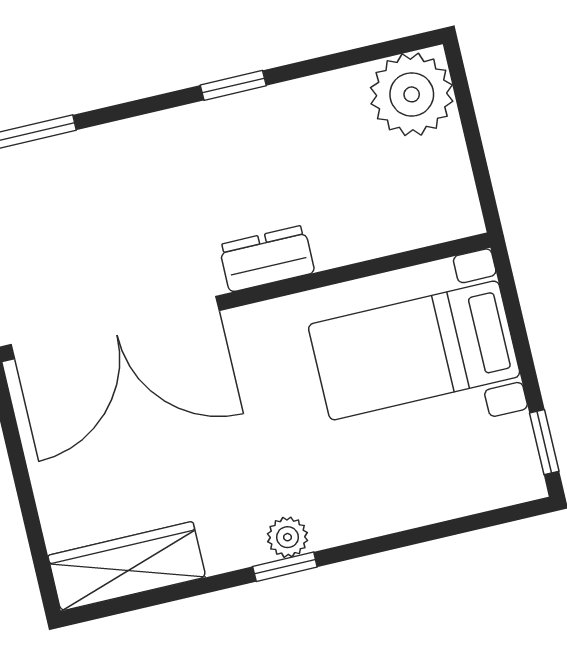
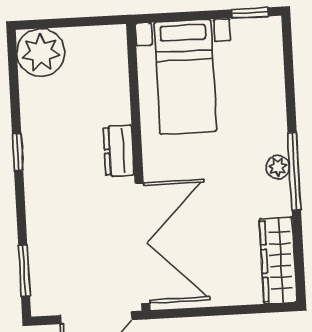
window: (285, 567) -> (294, 171), width x2.17

